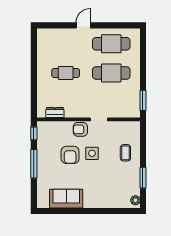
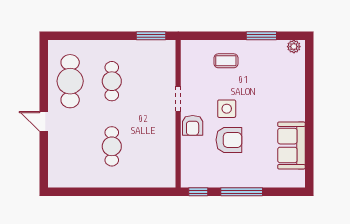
cafe table: (111, 73) -> (112, 81), width x0.73, depth x0.74
dresser: (55, 113) -> (168, 162), removed

